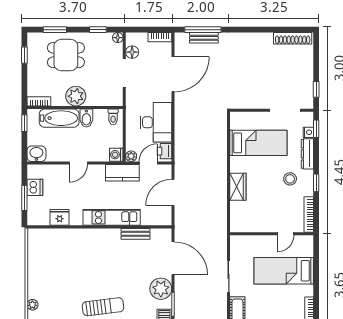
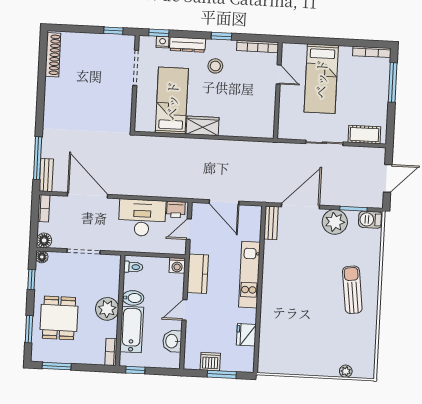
bench: (204, 38) -> (46, 175), moved
floor lamp: (132, 52) -> (44, 240), moved
window: (24, 55) -> (57, 366), width x1.50
washbasin: (36, 154) -> (172, 341), moved
plant: (131, 156) -> (180, 248), removed
door: (78, 163) -> (185, 310), swing flipped
door: (148, 163) -> (189, 229), hinge flipped
kitchen counter: (122, 173) -> (198, 274), moved
wardrobe: (238, 187) -> (203, 126), moved
bench: (135, 234) -> (271, 223), moved

